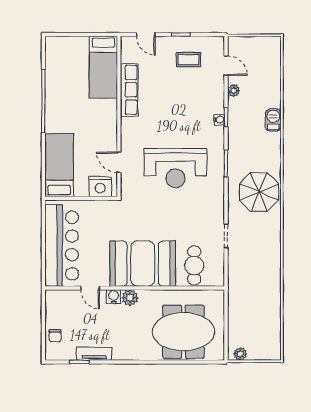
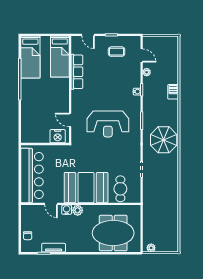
bed: (59, 165) -> (30, 57), moved, turned 180

